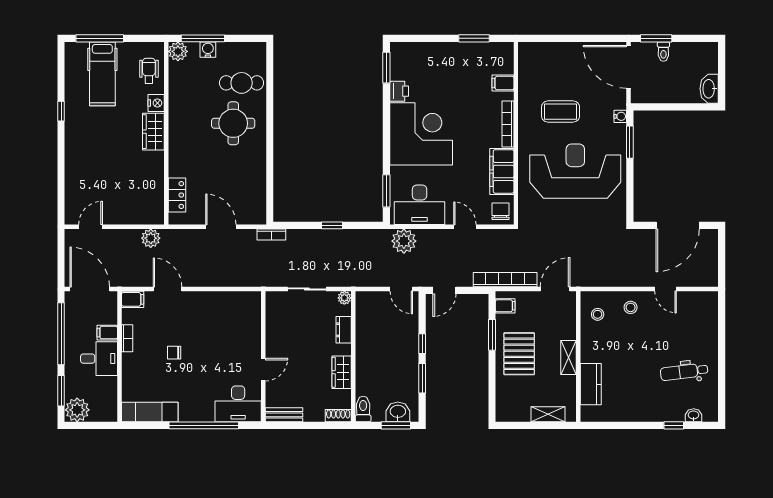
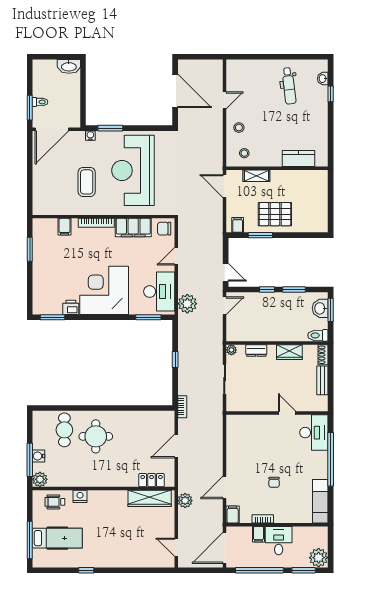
wardrobe: (153, 132) -> (150, 498), moved, width x1.50
bookcase: (505, 280) -> (217, 225), removed
shelving: (568, 357) -> (256, 176), moved
shelving: (548, 414) -> (322, 192), removed
bench: (284, 415) -> (322, 380), moved

